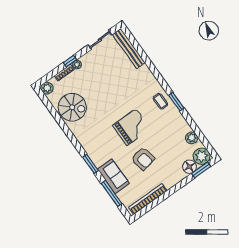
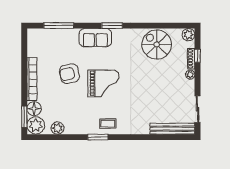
window: (70, 61) -> (198, 56), moved
spiral stairs: (72, 107) -> (157, 44), turned 90
grand piano: (132, 127) -> (103, 83), turned -90
window: (90, 164) -> (112, 26), moved
sofa: (113, 176) -> (95, 38), moved
bookcase: (148, 199) -> (32, 79), moved

